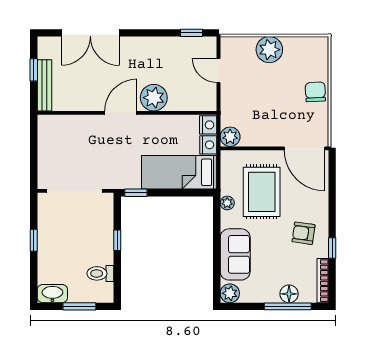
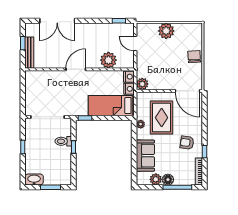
plant: (154, 98) -> (108, 60), moved
toilet: (100, 273) -> (63, 141), moved
plant: (230, 293) -> (156, 179), moved
floor lamp: (289, 294) -> (168, 180), moved

